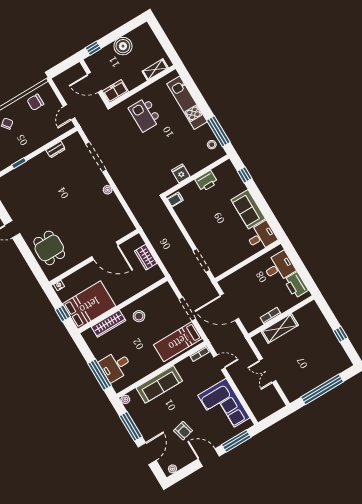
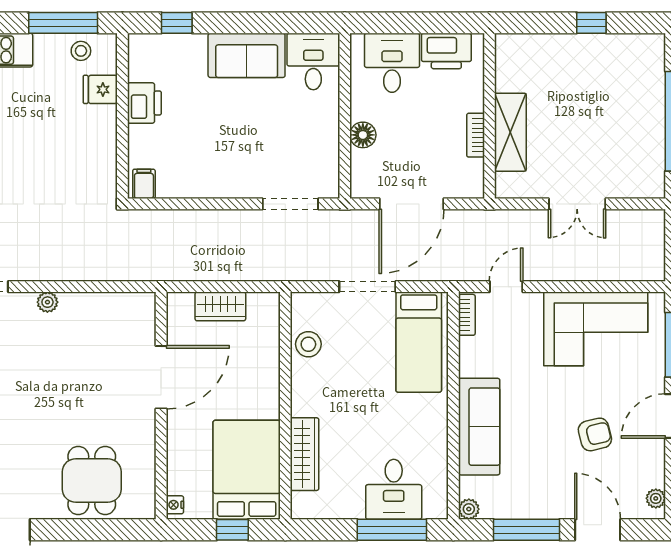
fridge: (181, 173) -> (100, 89), moved
dining table: (49, 248) -> (92, 480), turned 90
floor lamp: (245, 272) -> (363, 135), added
stool: (139, 316) -> (308, 344), moved

